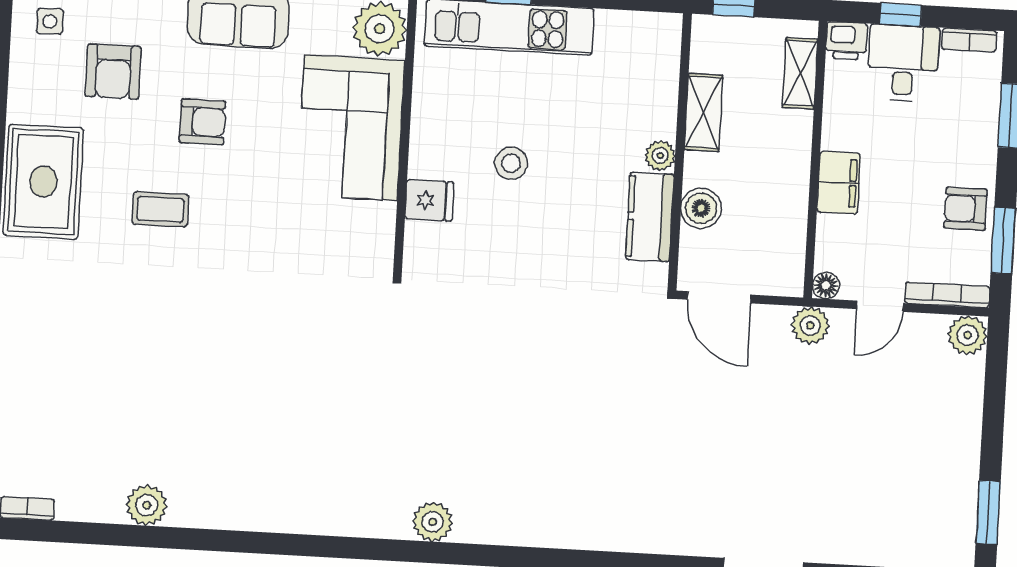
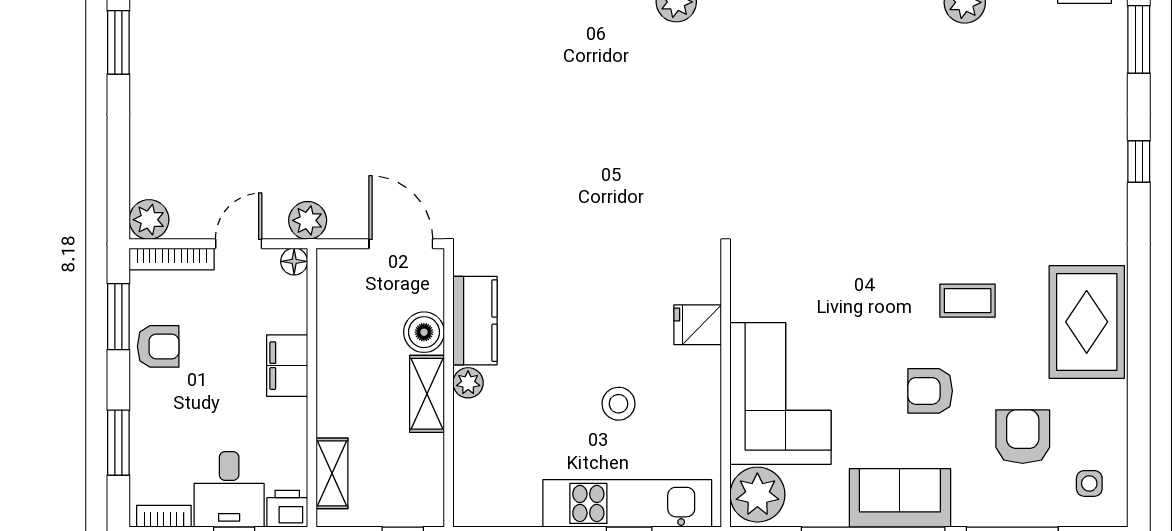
shelving: (703, 112) -> (427, 394), moved
stool: (511, 163) -> (618, 404), moved

